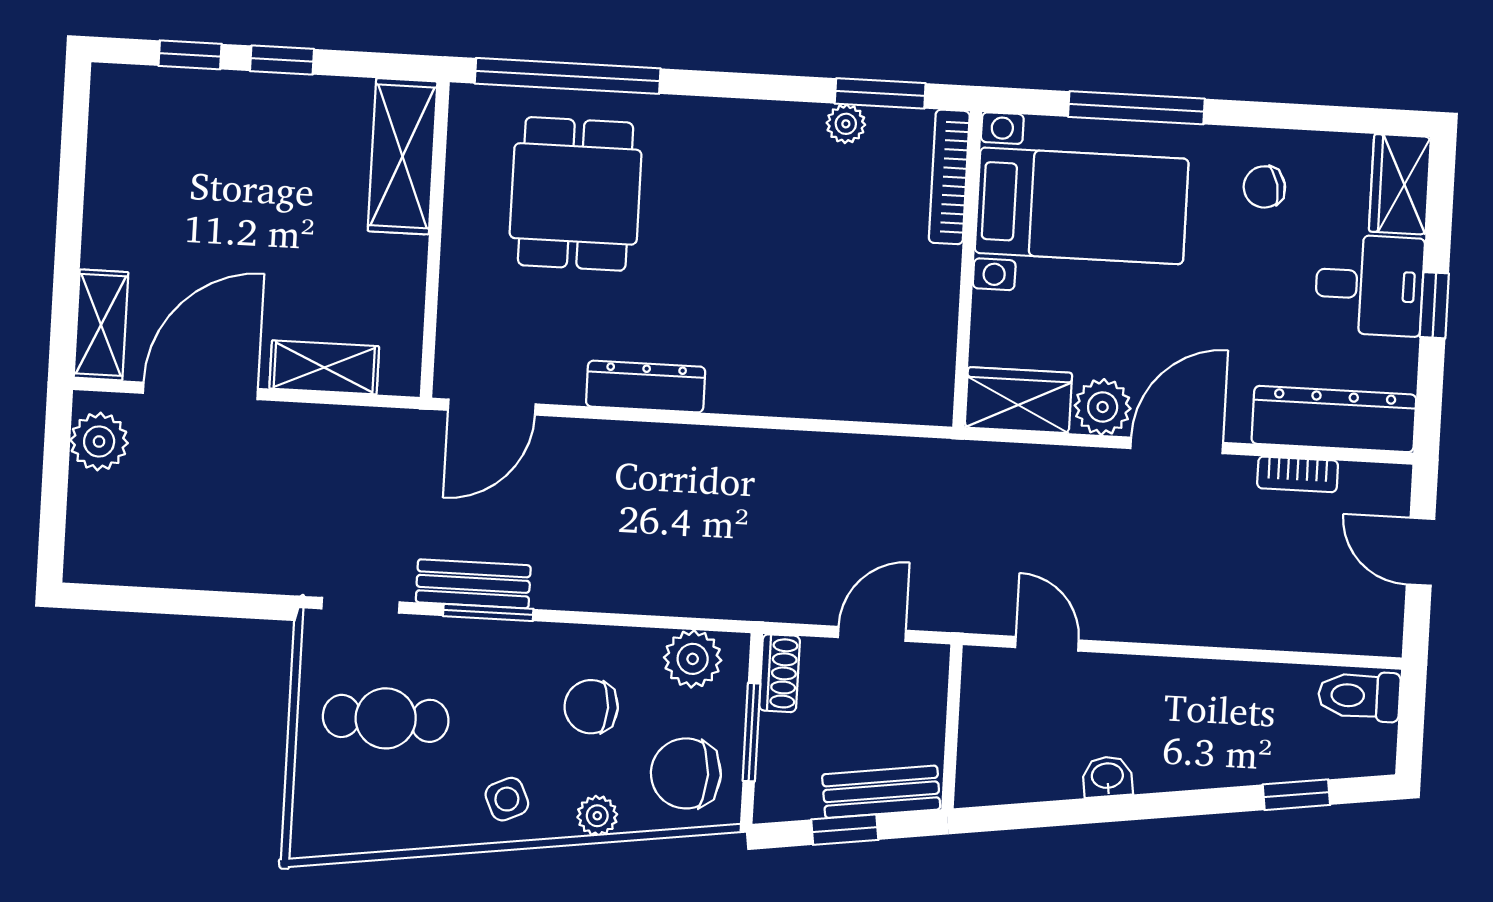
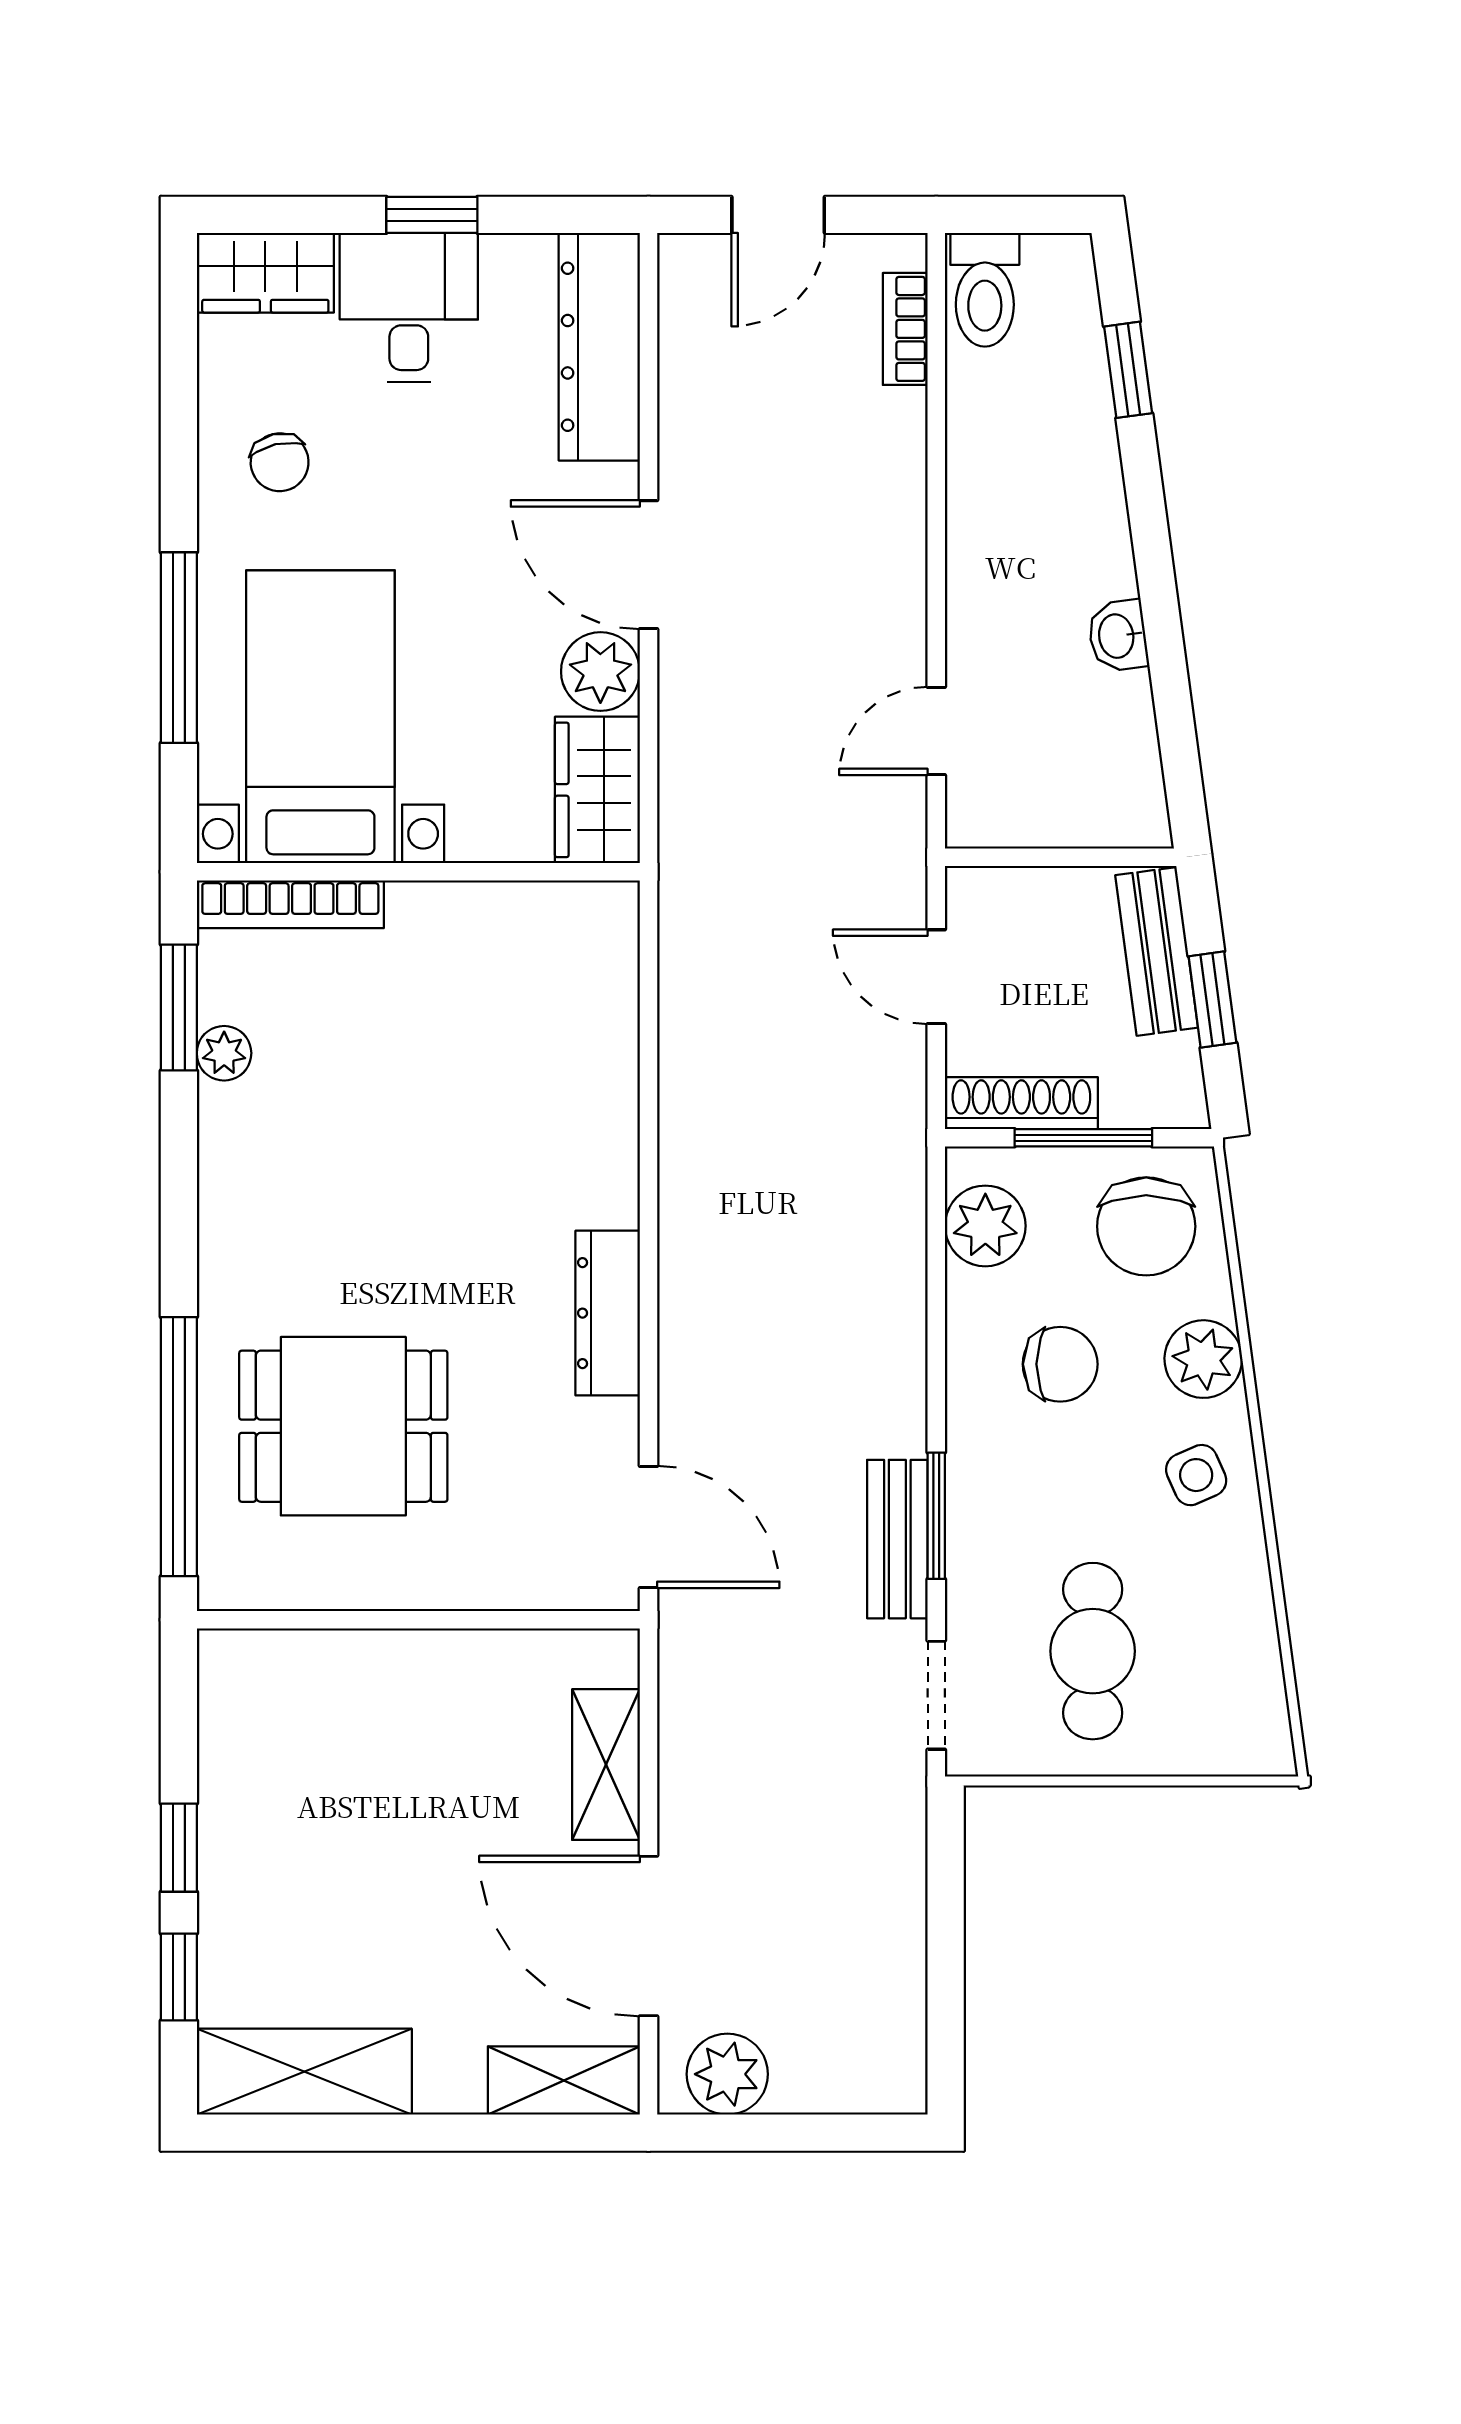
shelving: (403, 156) -> (304, 2072), moved
bookcase: (1298, 474) -> (905, 329), moved, turned 180
shoe rack: (779, 673) -> (1021, 1103), width x1.43
chair: (591, 707) -> (1060, 1364), turned -90
plant: (597, 816) -> (1203, 1359), width x1.38, depth x1.38

